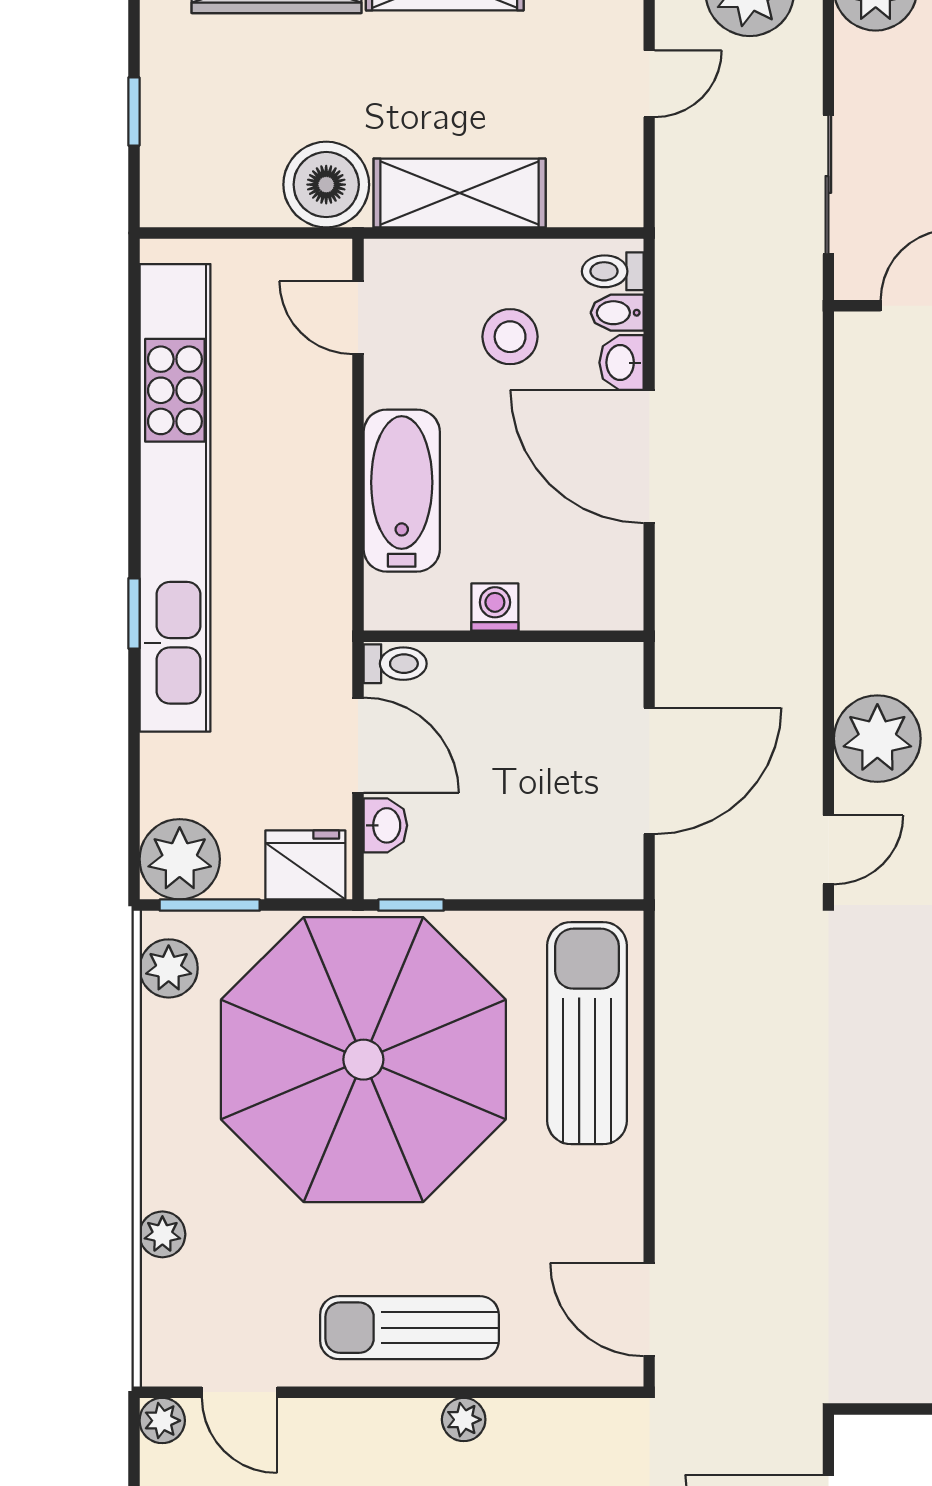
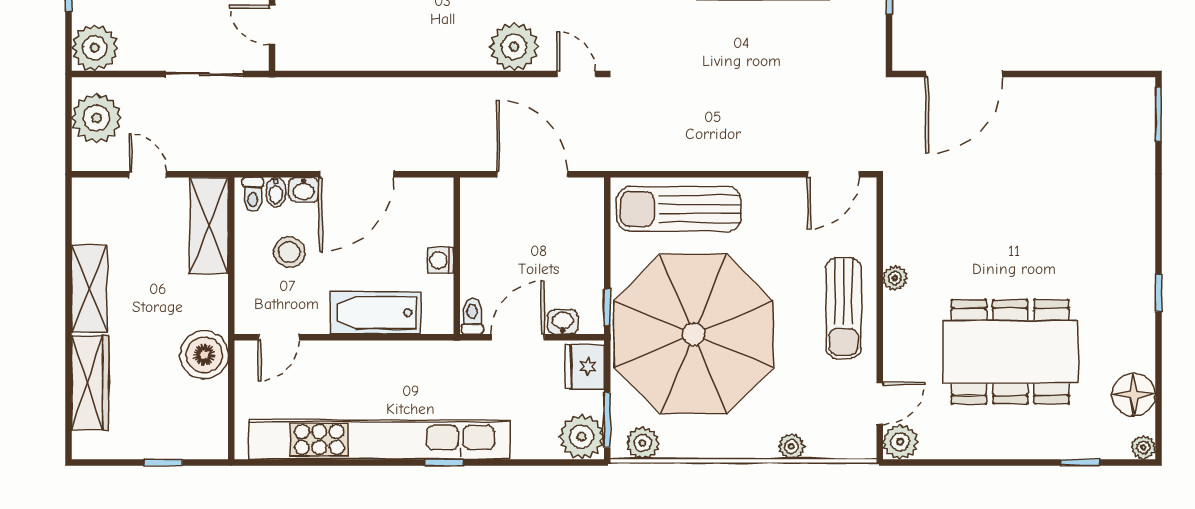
shelving: (460, 193) -> (209, 226), moved
plant: (162, 1421) -> (900, 442), width x1.38, depth x1.38

